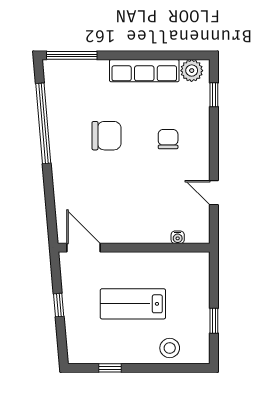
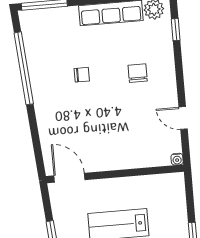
chair: (107, 136) -> (82, 75), width x0.54, depth x0.54
water cooler: (178, 237) -> (177, 159), moved

